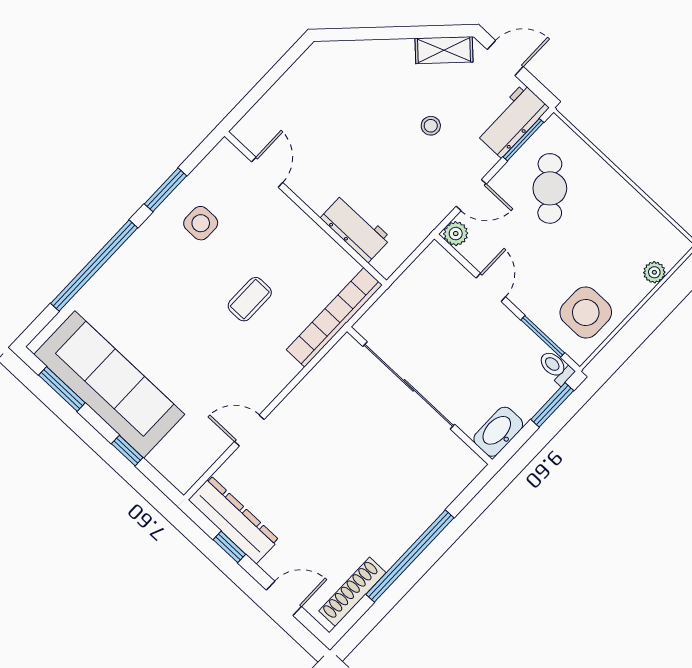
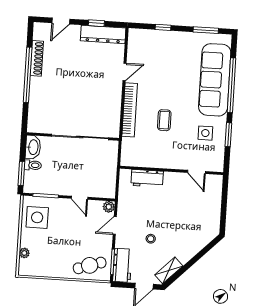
cafe table: (550, 188) -> (90, 265), moved, turned -65
bookcase: (334, 317) -> (130, 110), moved
toilet: (556, 367) -> (33, 165), moved
sofa: (109, 384) -> (215, 80), moved, turned 90
shoe rack: (352, 592) -> (37, 58), moved

